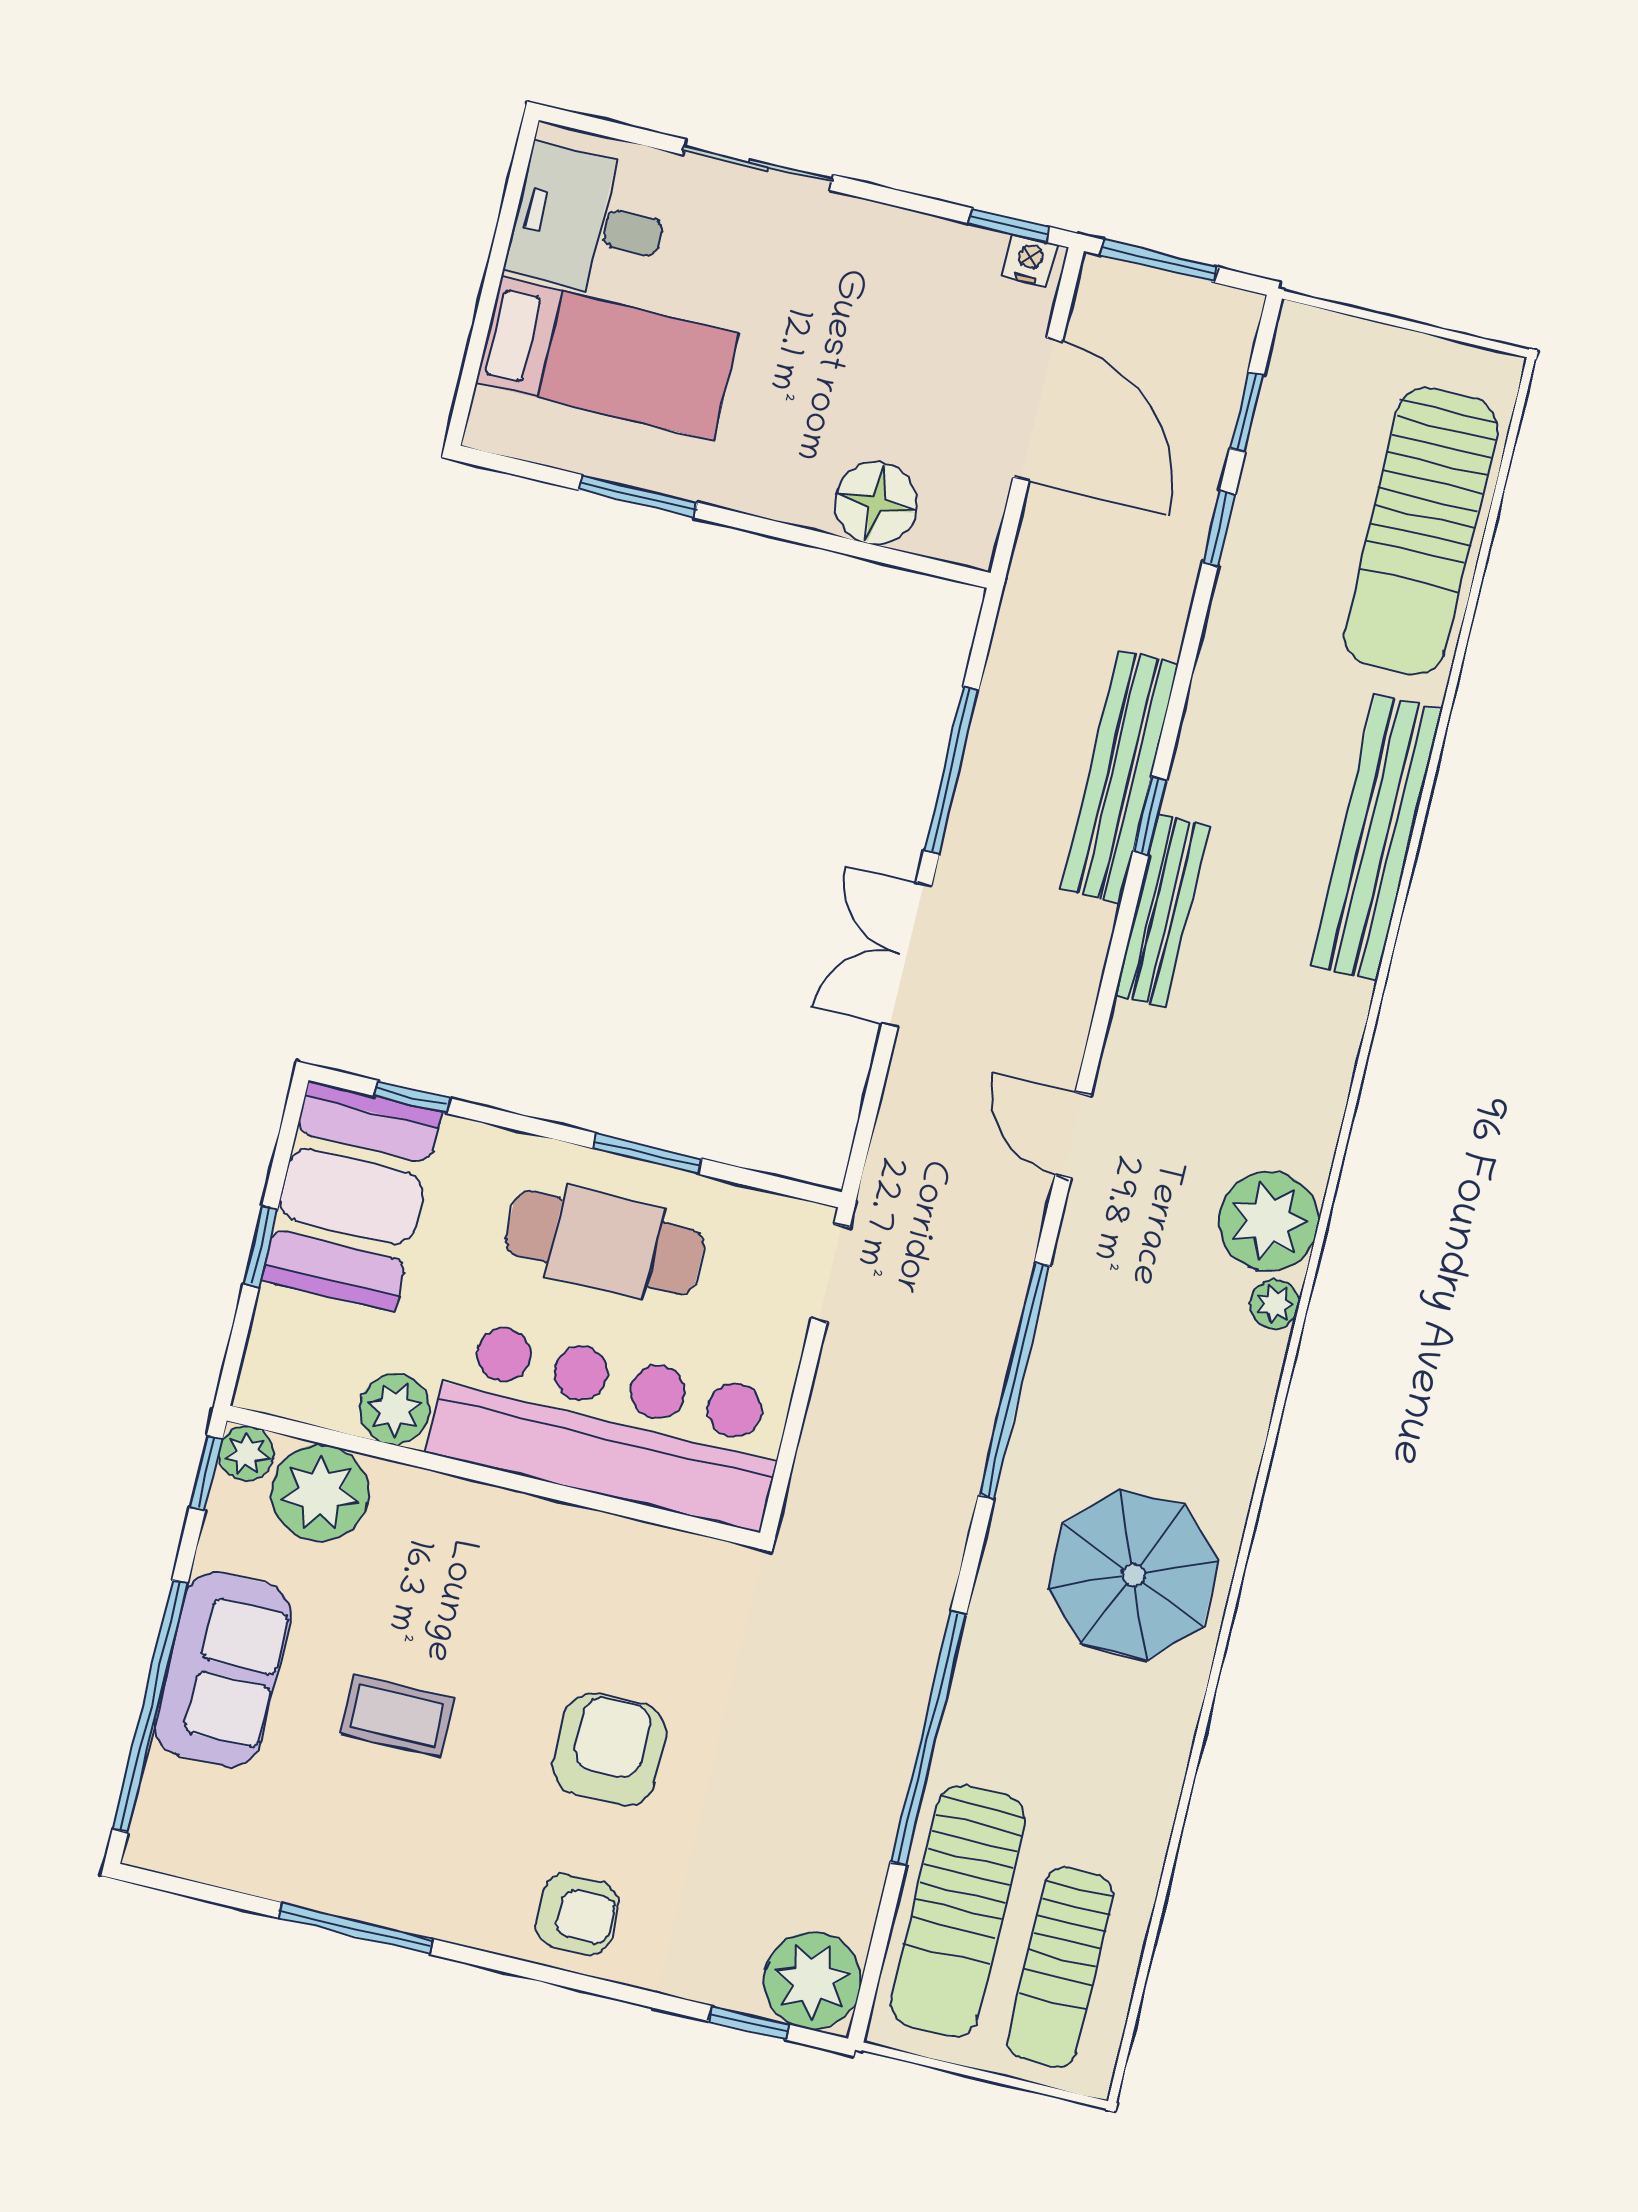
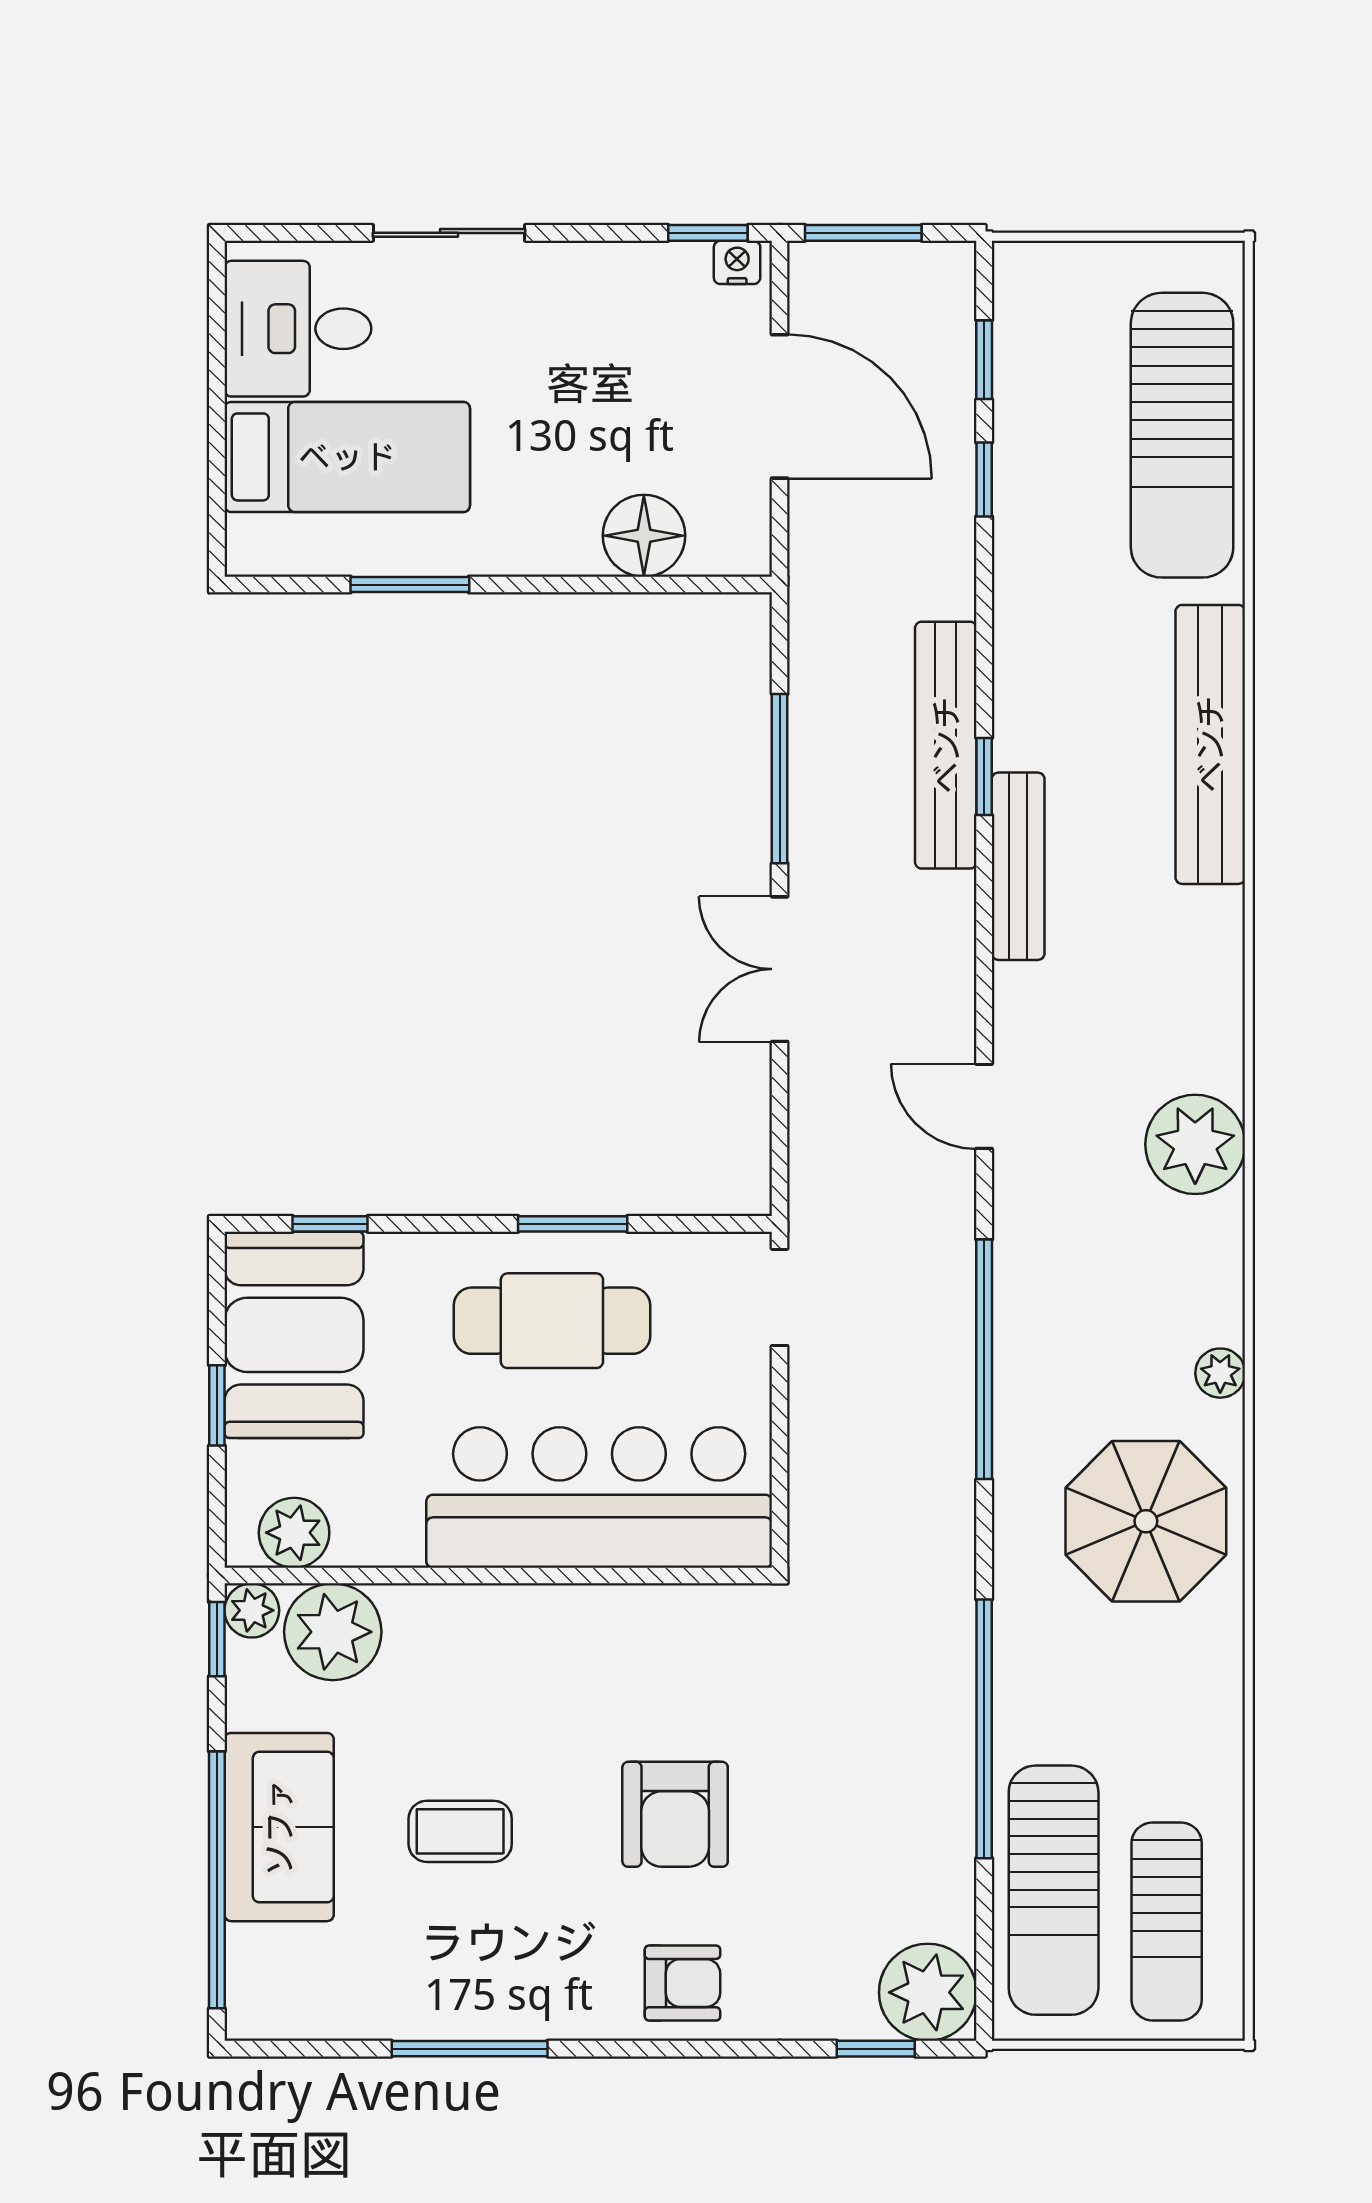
plant: (1274, 1304) -> (1220, 1373), moved
plant: (395, 1409) -> (294, 1533), moved
armchair: (609, 1749) -> (675, 1814), turned 180

